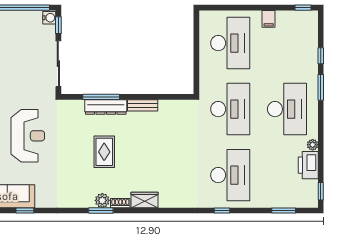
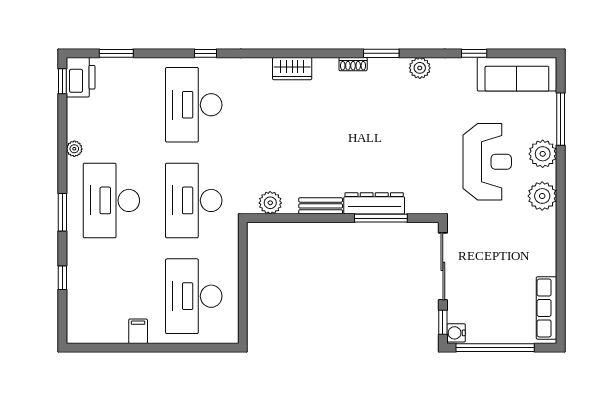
window: (303, 8) -> (88, 348), removed
window: (321, 87) -> (62, 212), moved
plant: (177, 107) -> (270, 203), added
reception desk: (28, 136) -> (487, 162), turned 180
rug: (104, 152) -> (376, 138), removed
printer: (308, 165) -> (81, 77), moved
plant: (102, 200) -> (420, 68), moved
wardrobe: (144, 200) -> (292, 69), moved
window: (25, 211) -> (474, 53), moved

